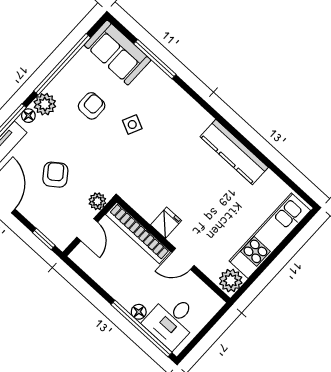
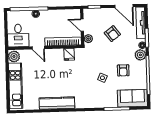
fridge: (166, 223) -> (69, 54), moved
door: (183, 259) -> (38, 48), swing flipped
desk: (172, 321) -> (18, 35), moved, turned 180

